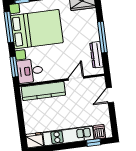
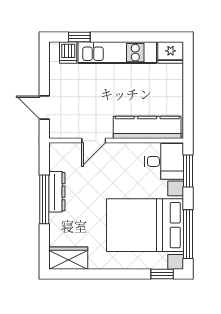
dresser: (97, 55) -> (57, 192), moved
door: (110, 95) -> (44, 108), swing flipped

